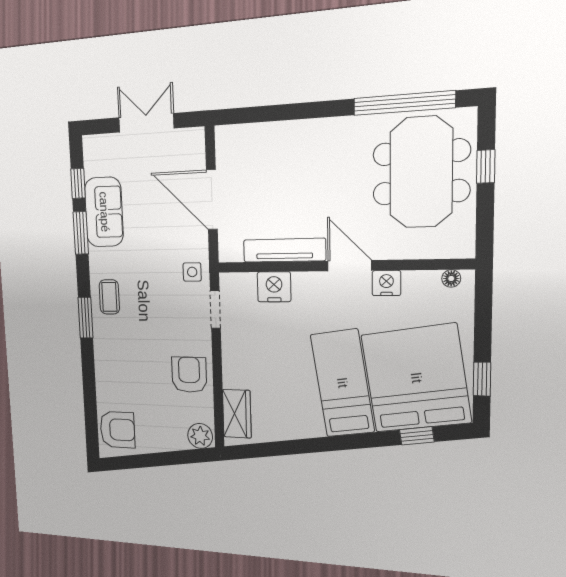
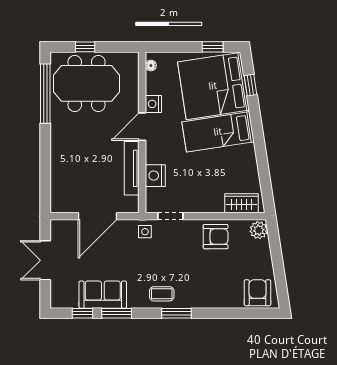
armchair: (189, 375) -> (216, 237), turned 180

